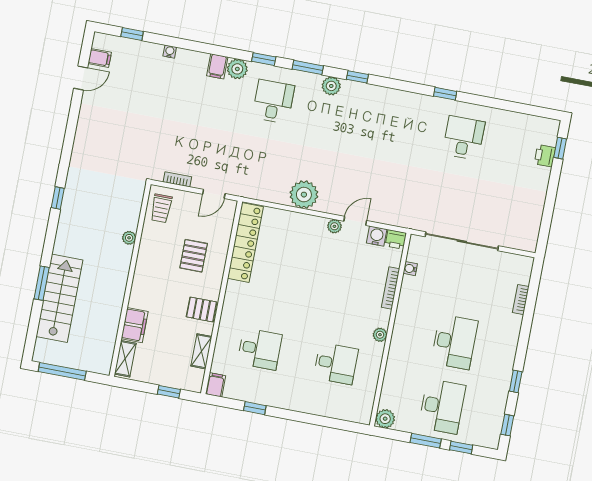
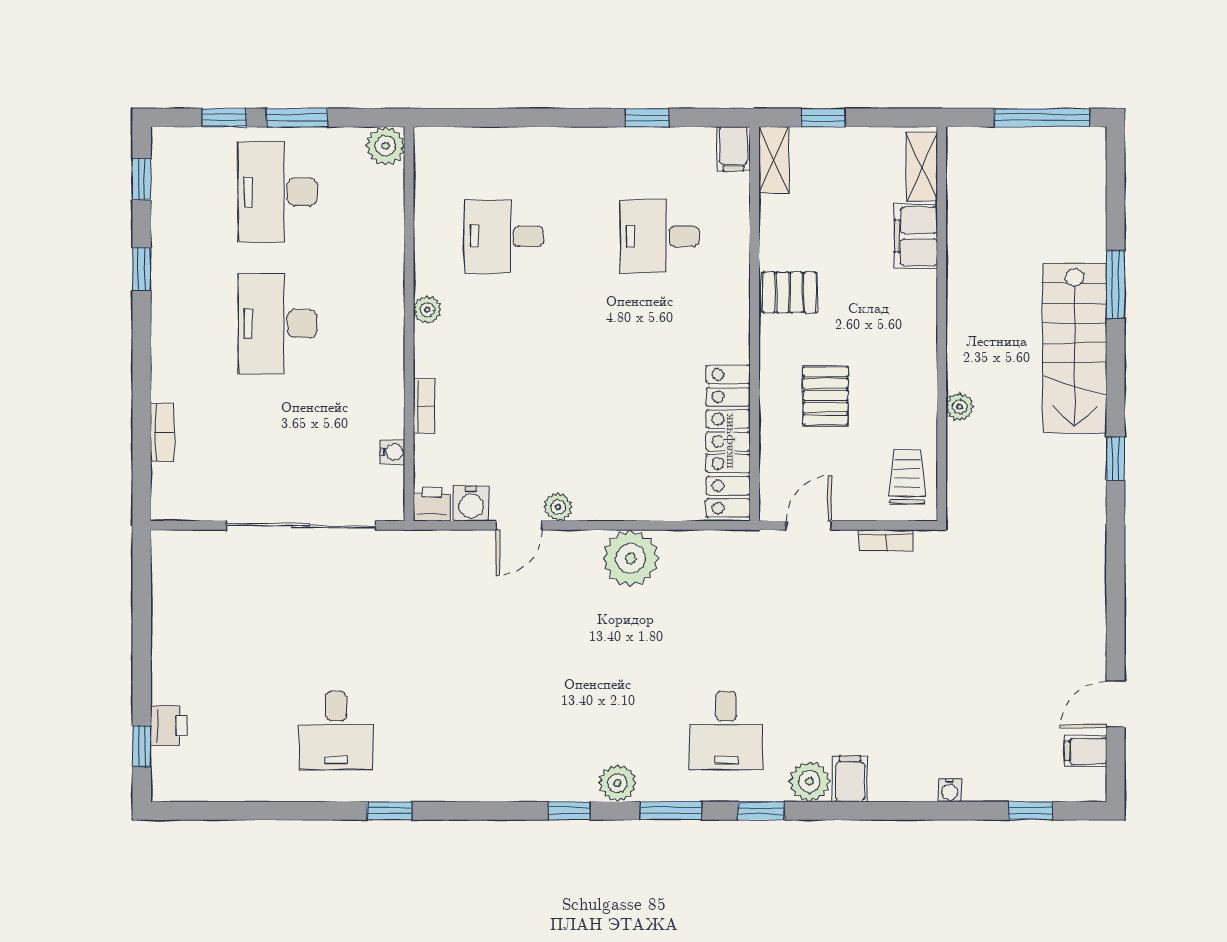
bookcase: (391, 288) -> (424, 406), width x0.64
stairs: (59, 298) -> (1075, 348), moved
shelving: (201, 351) -> (774, 160), moved

